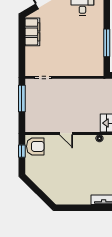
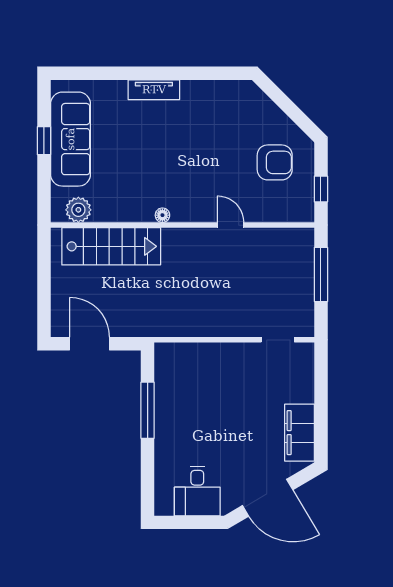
window: (22, 98) -> (321, 274), moved
armchair: (35, 146) -> (275, 162), moved, turned 180

